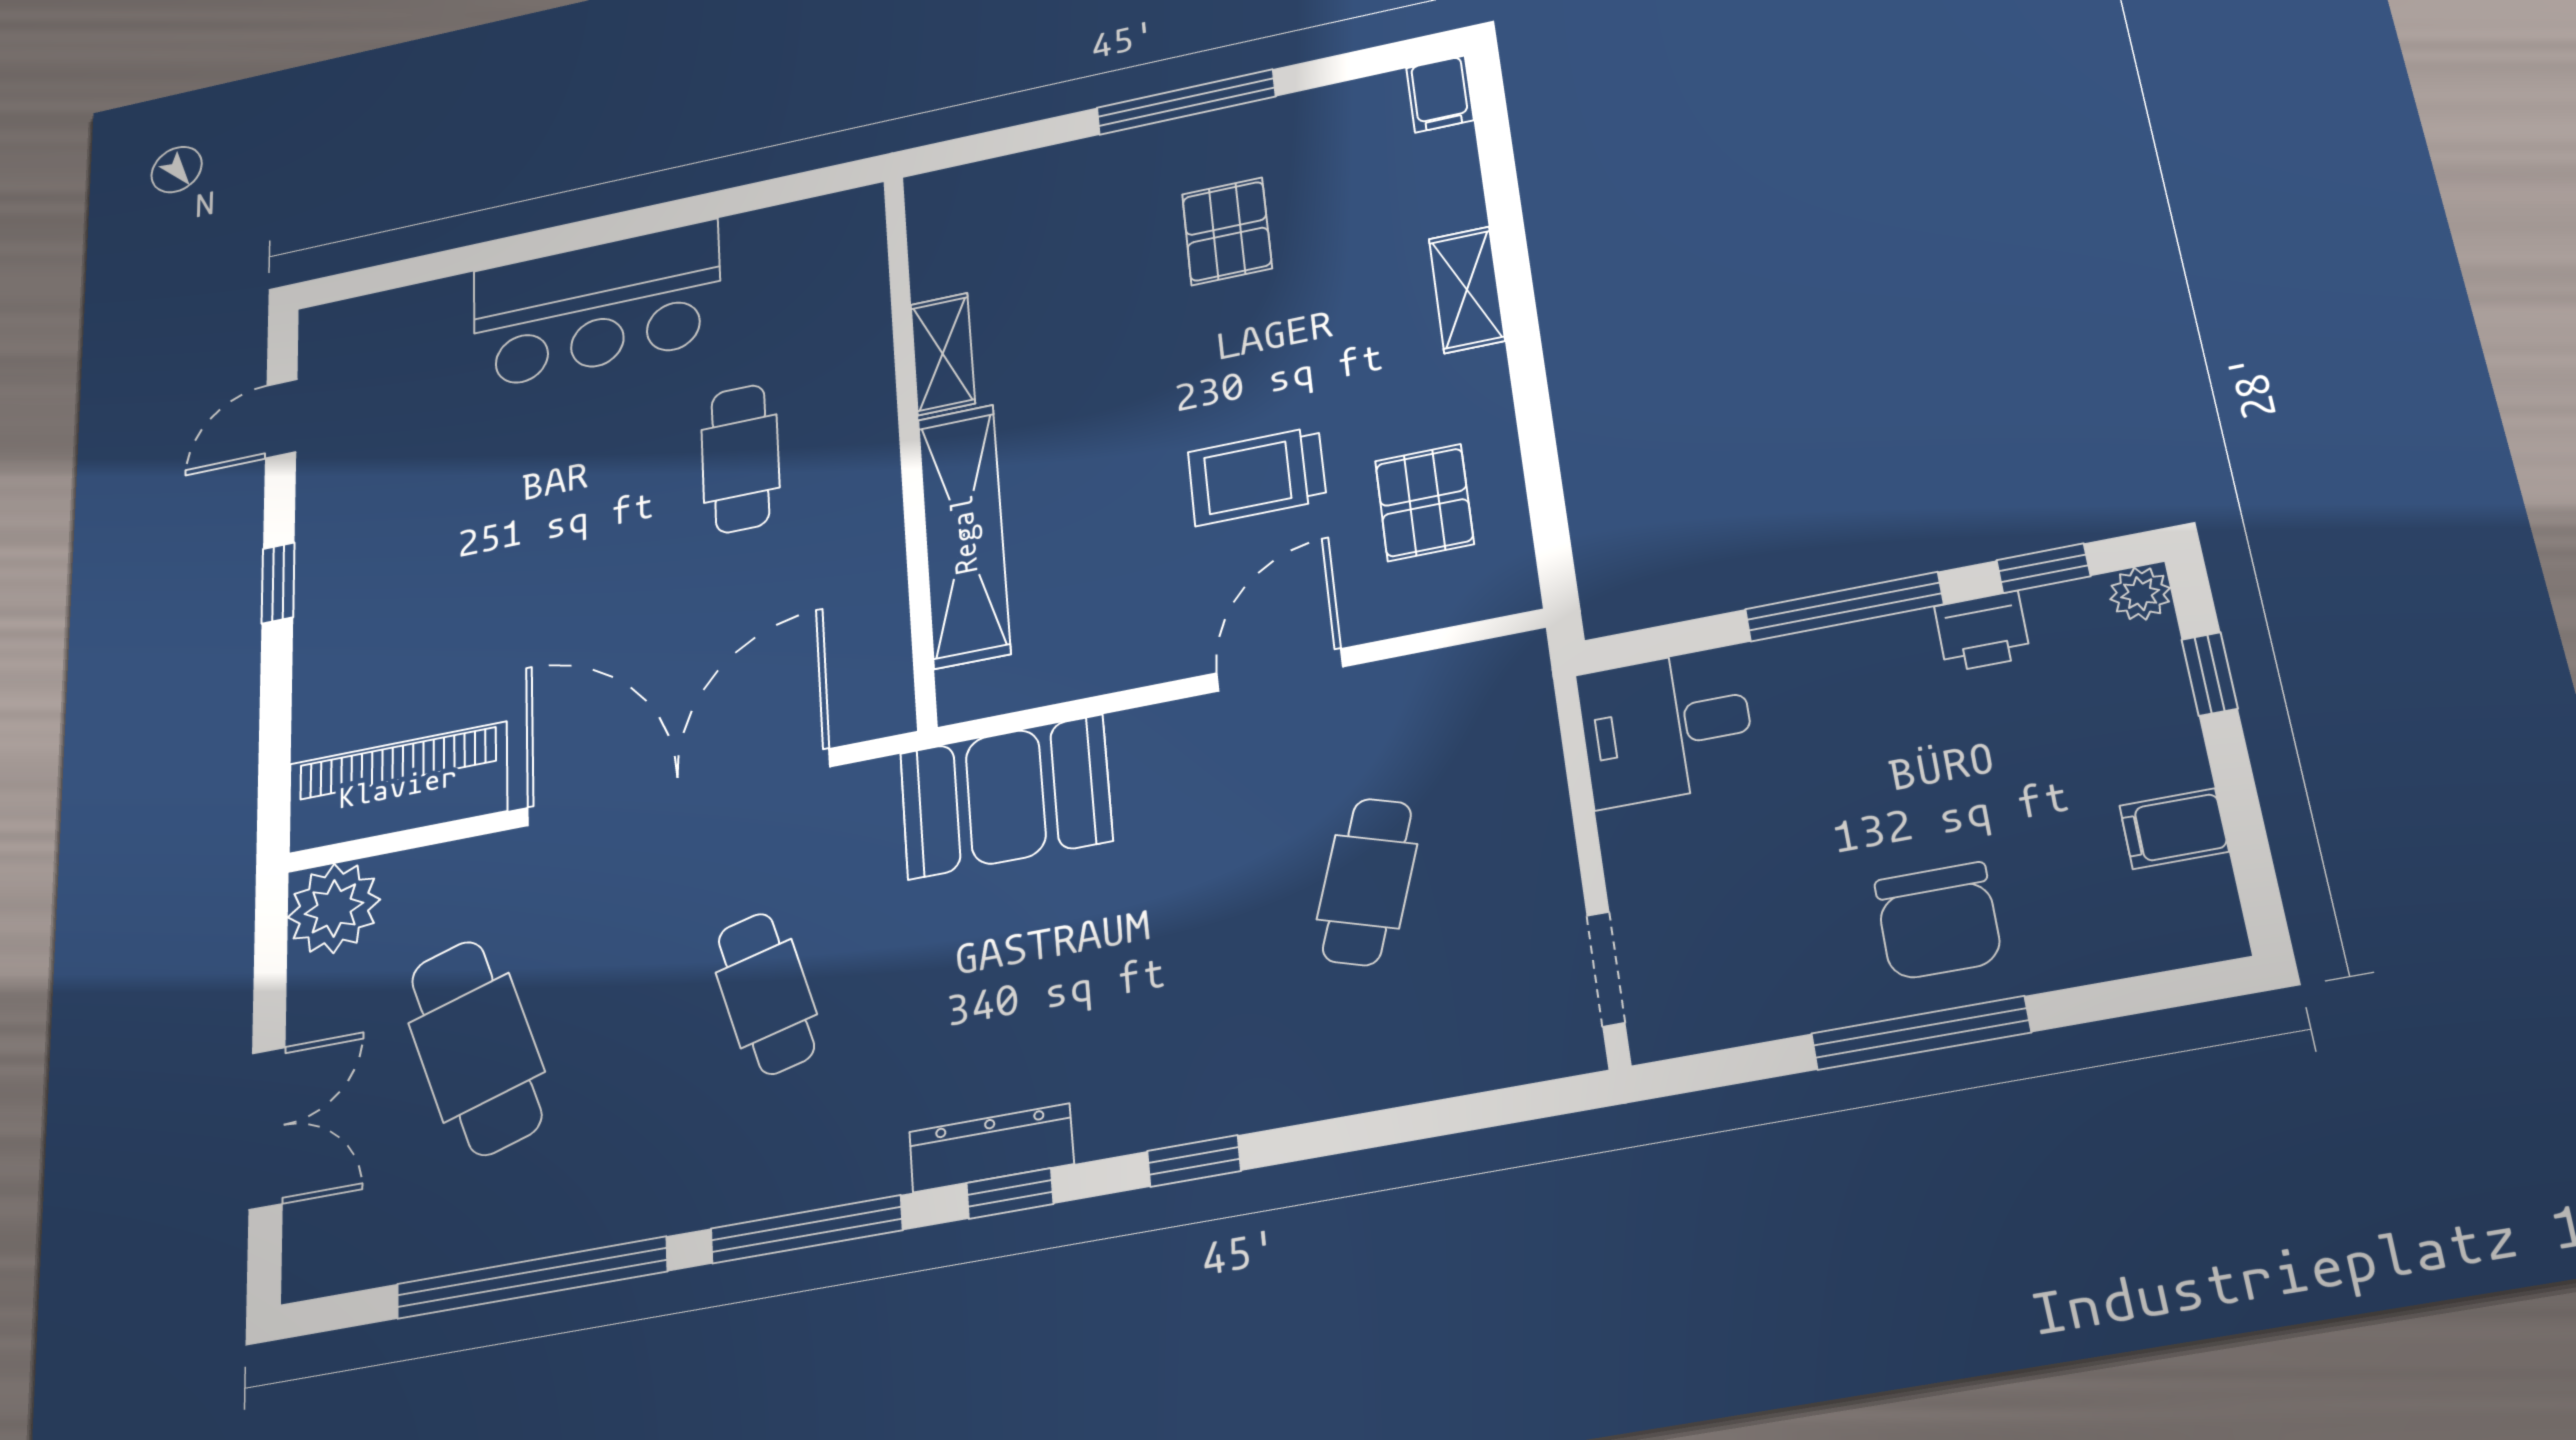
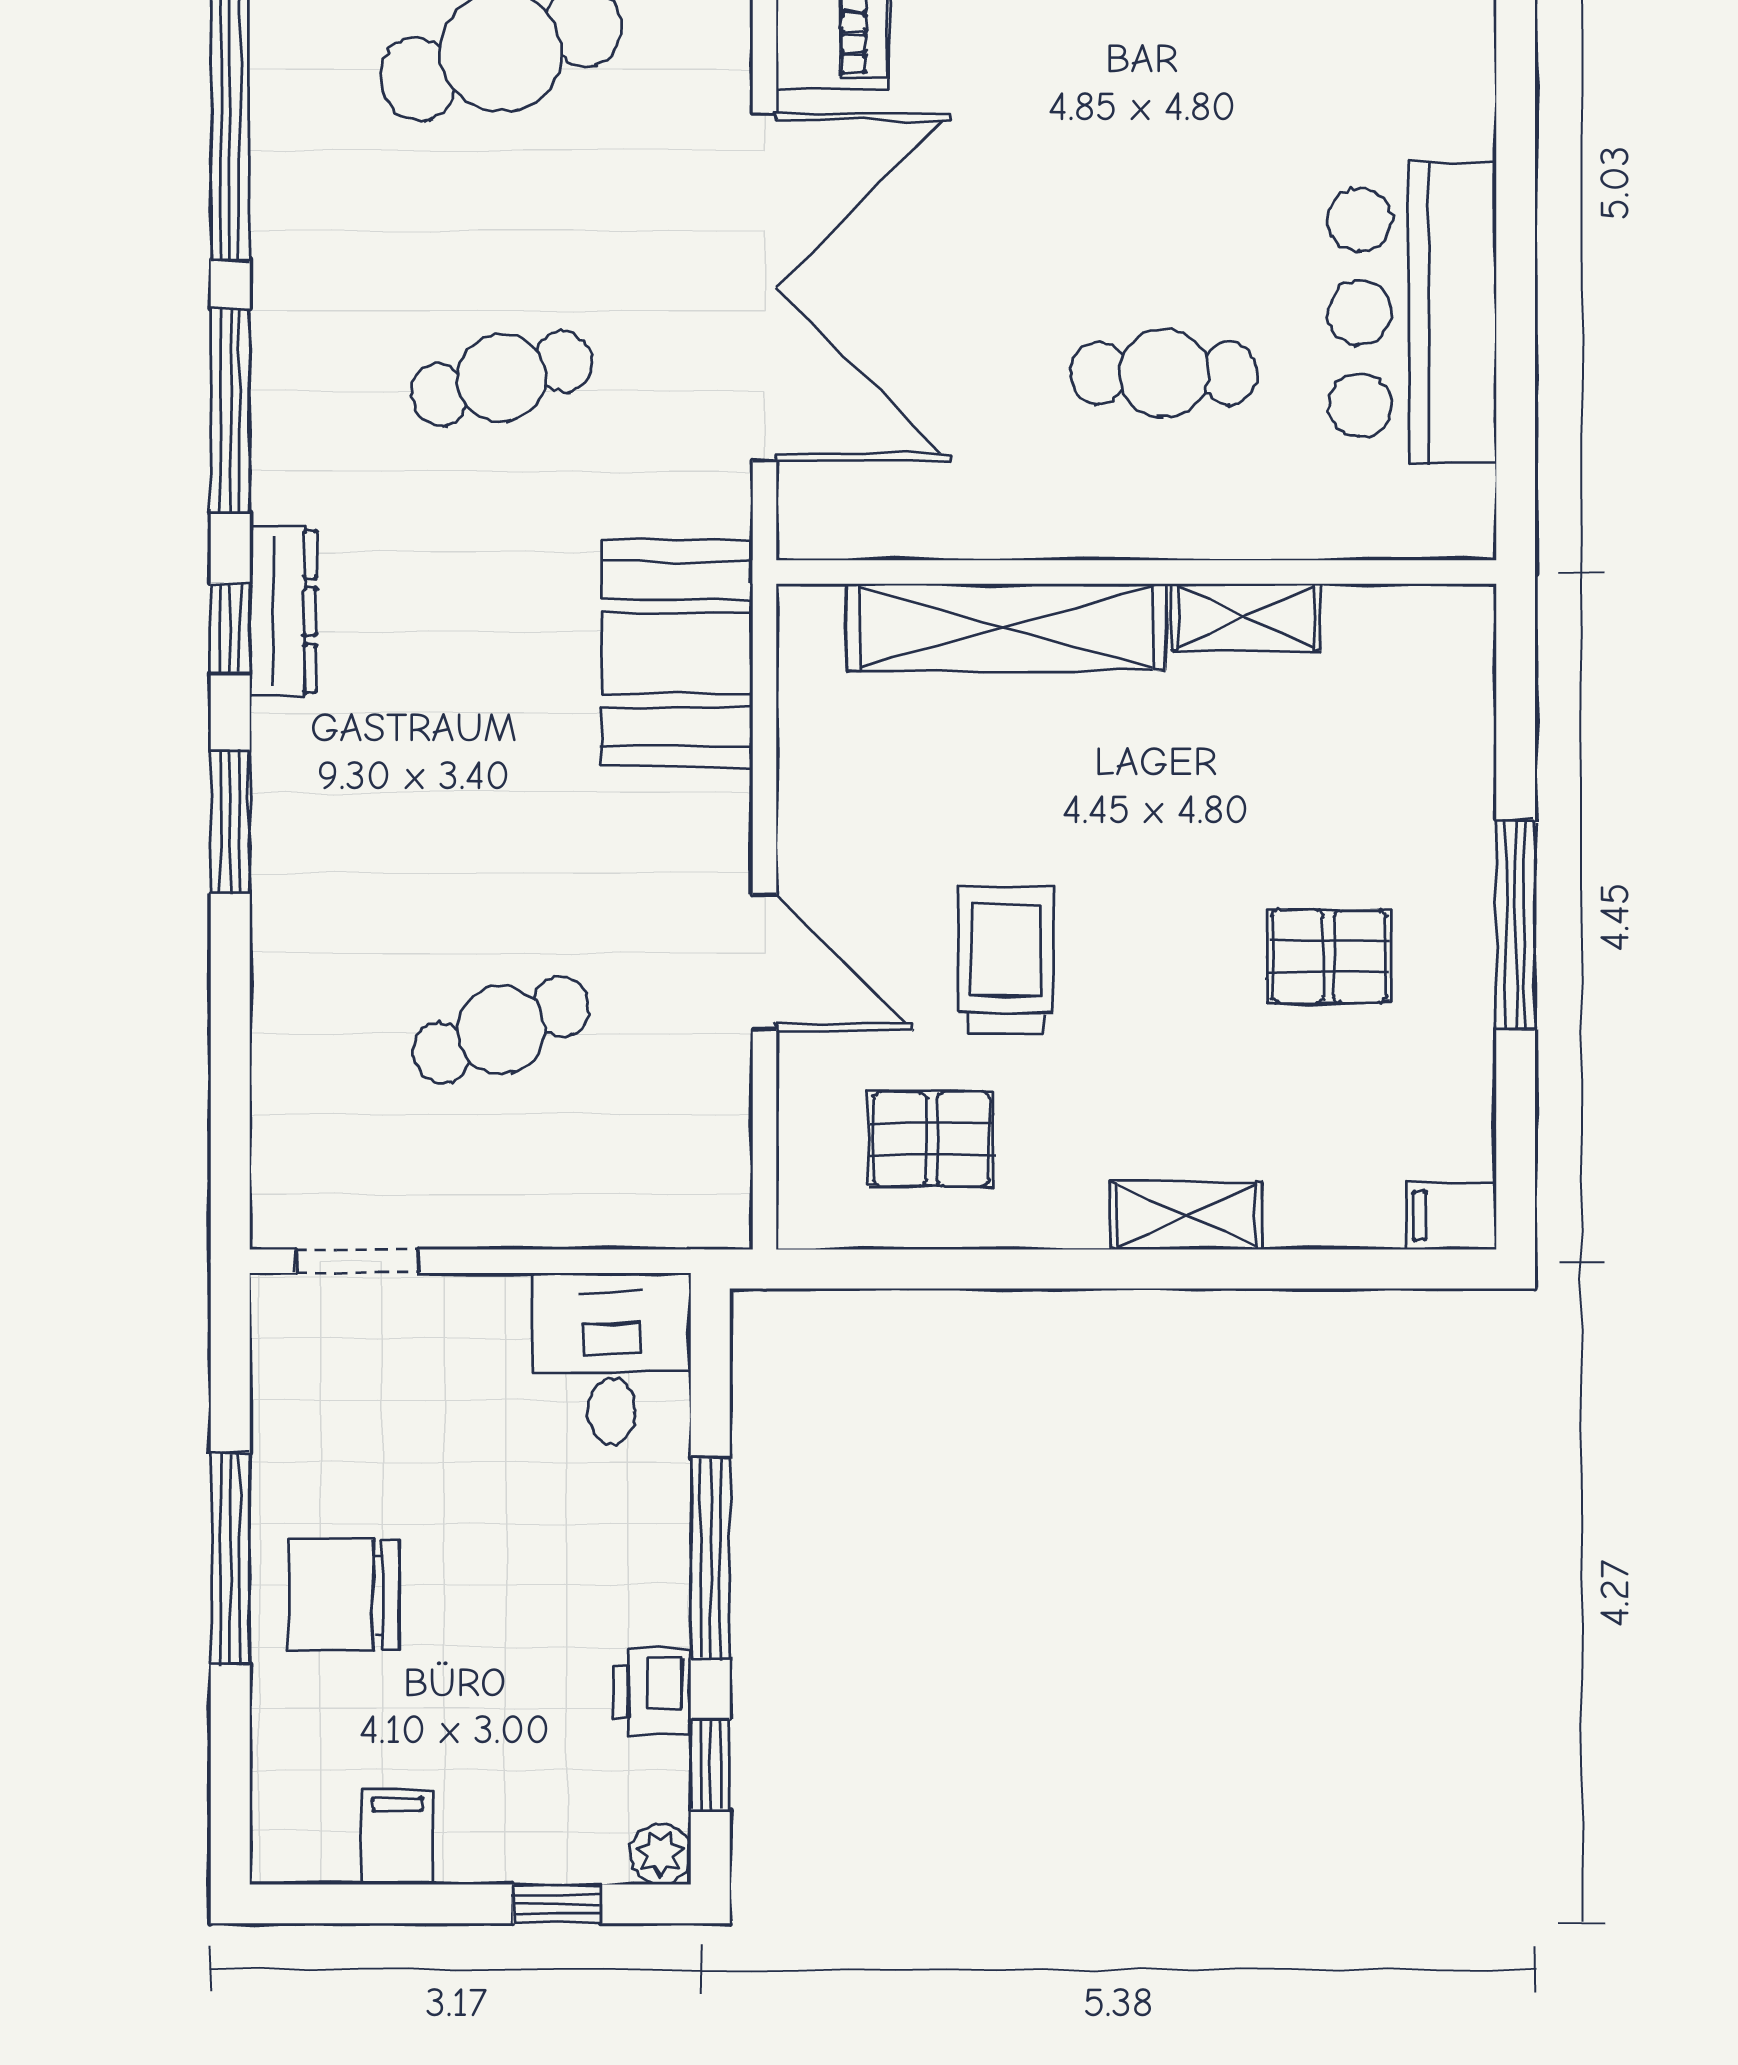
bar counter: (597, 305) -> (1412, 313), moved
cafe table: (1367, 882) -> (501, 1030), turned -39
window: (1194, 1161) -> (230, 822), width x1.50

